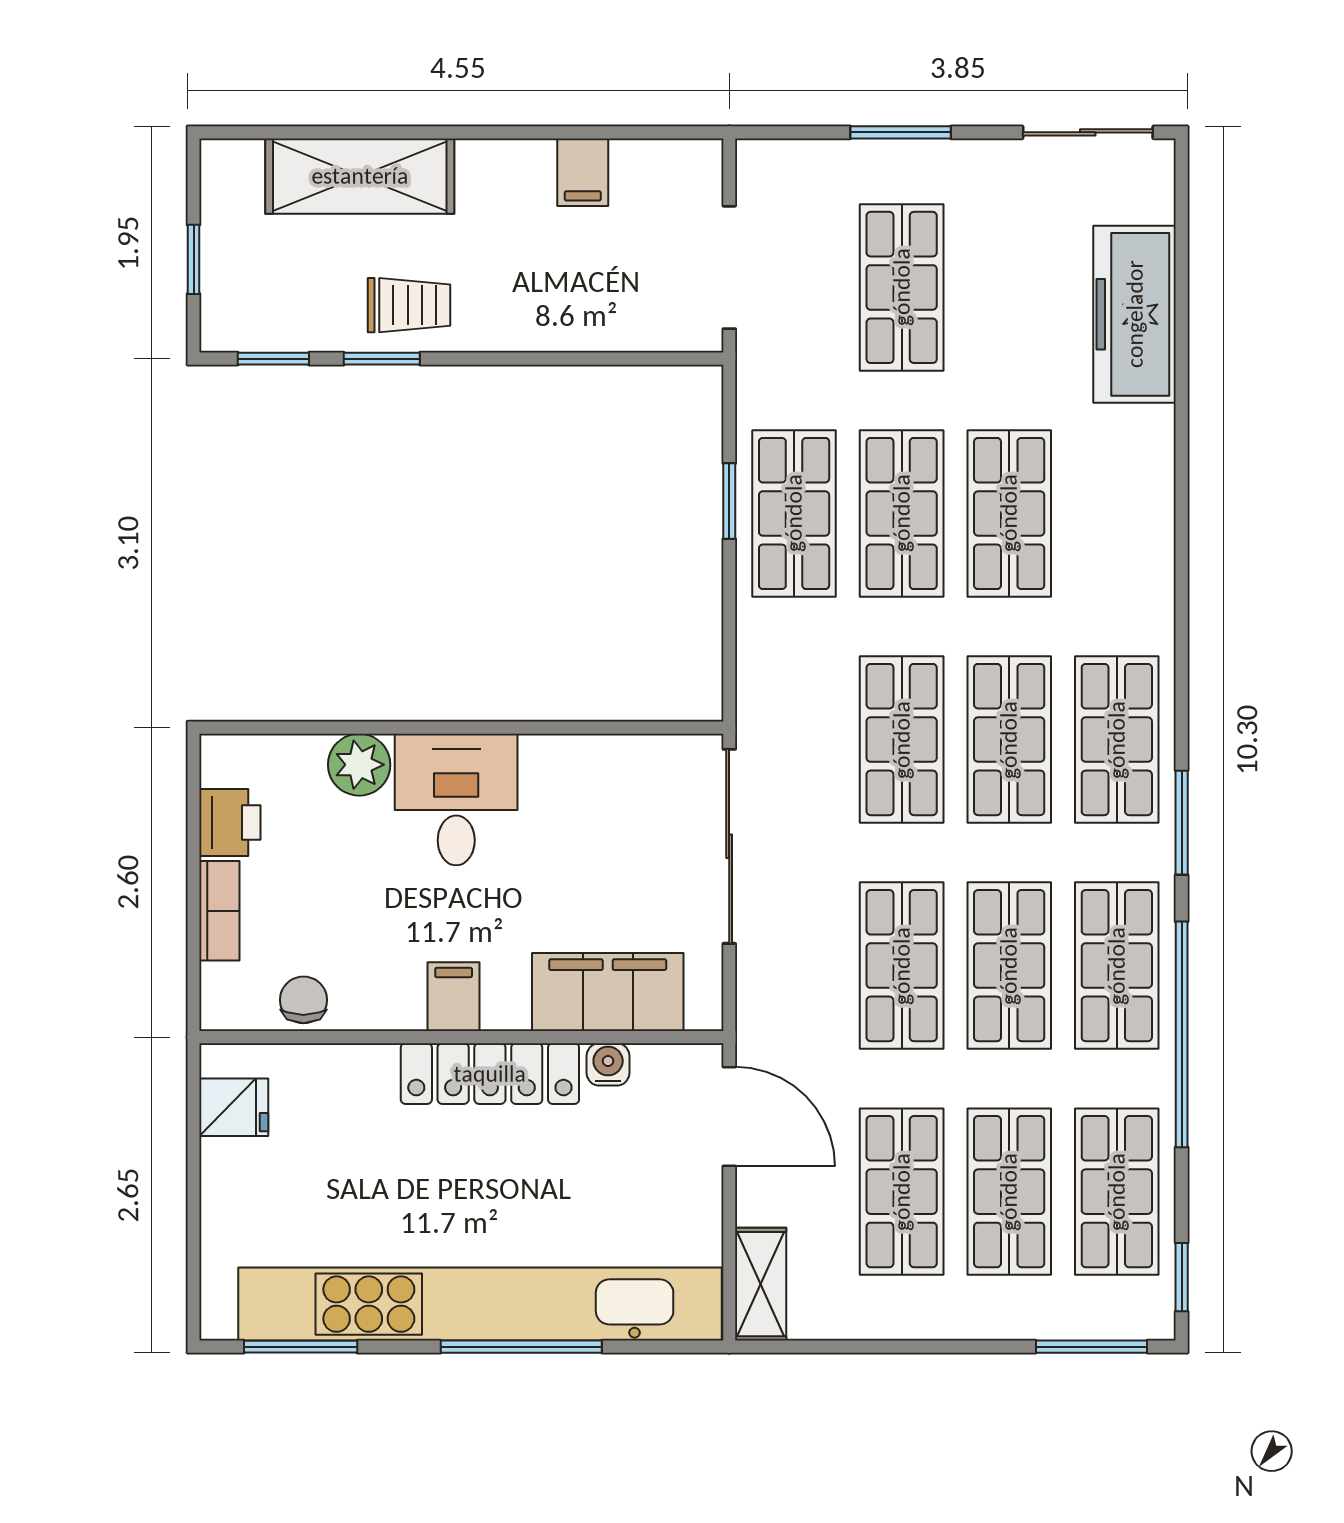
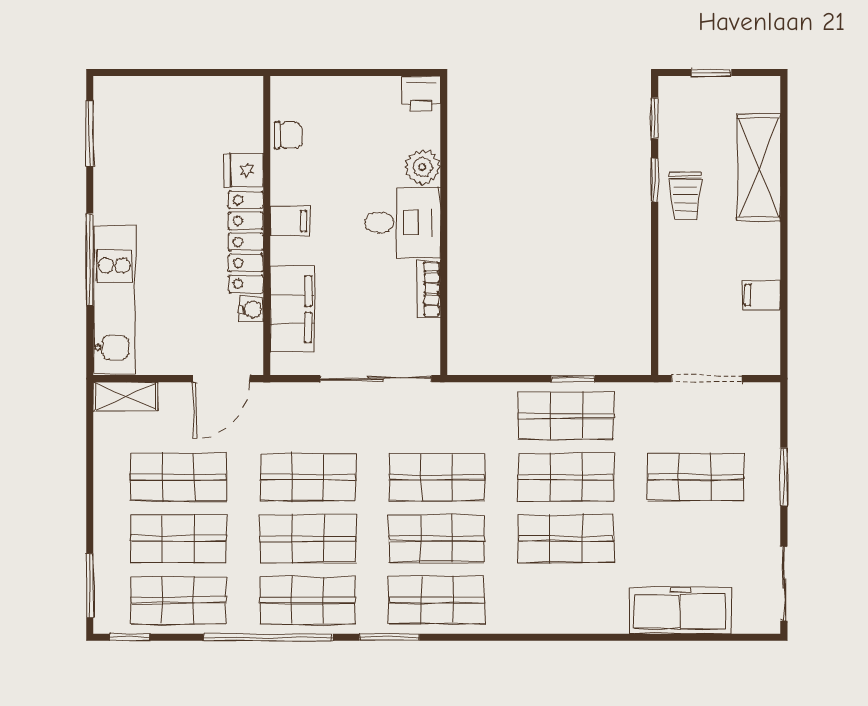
printer: (230, 822) -> (421, 93), moved
bookcase: (219, 911) -> (429, 289), moved, turned 90
fridge: (234, 1107) -> (244, 170), moved, turned 90
kitchen unit: (480, 1304) -> (114, 300), width x0.54

